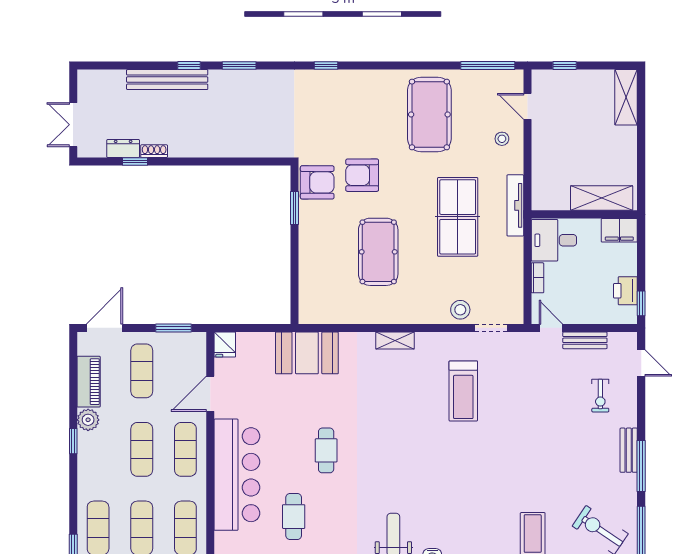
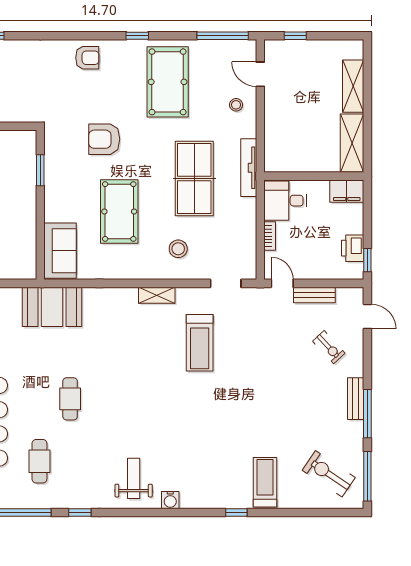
window: (326, 66) -> (137, 36), moved
shelving: (626, 97) -> (353, 86), moved
armchair: (317, 182) -> (87, 58), moved, width x0.72, depth x0.72
shelving: (602, 198) -> (352, 143), moved, turned 90
sofa: (315, 293) -> (60, 251), added
stool: (460, 310) -> (178, 249), moved
shelving: (395, 341) -> (157, 295), moved
exercise bike: (600, 396) -> (329, 347), turned -43

